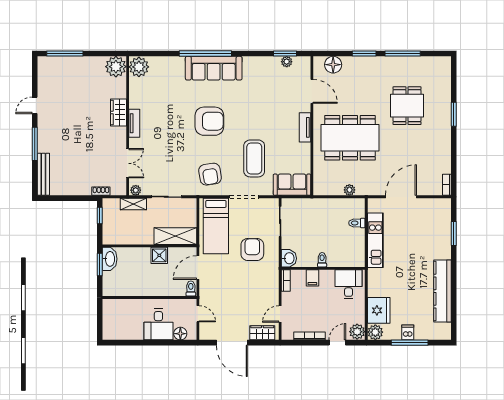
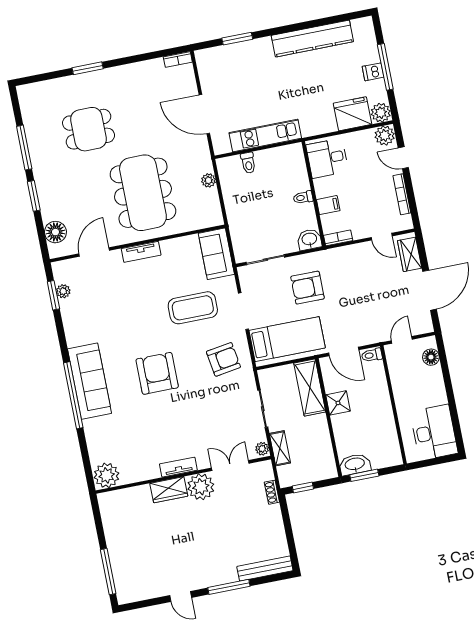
plant: (116, 67) -> (201, 487), moved
desk: (158, 324) -> (434, 432), moved, width x1.37

